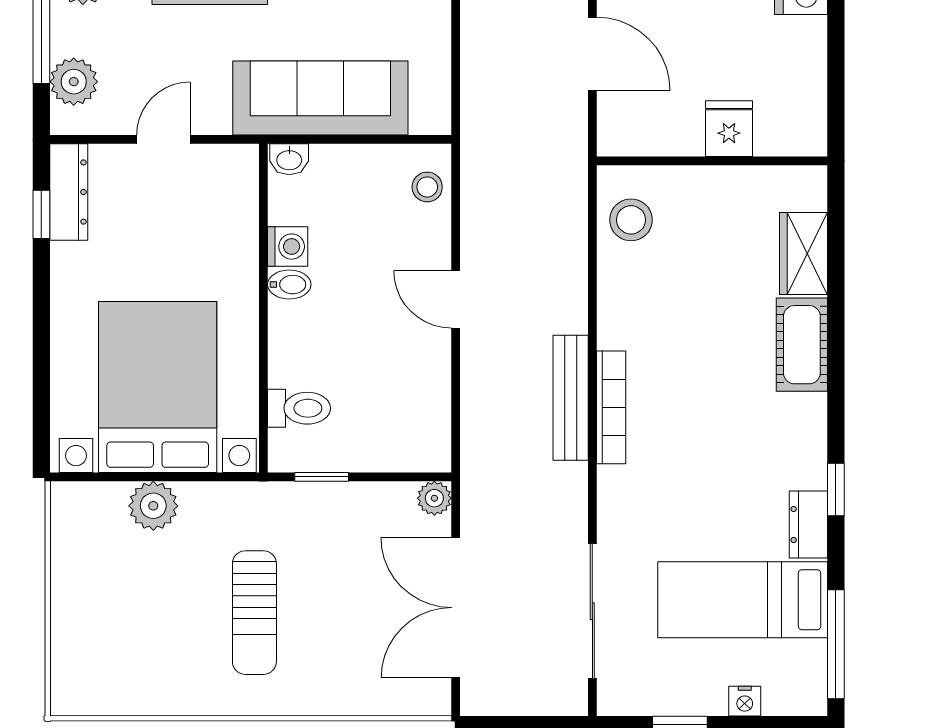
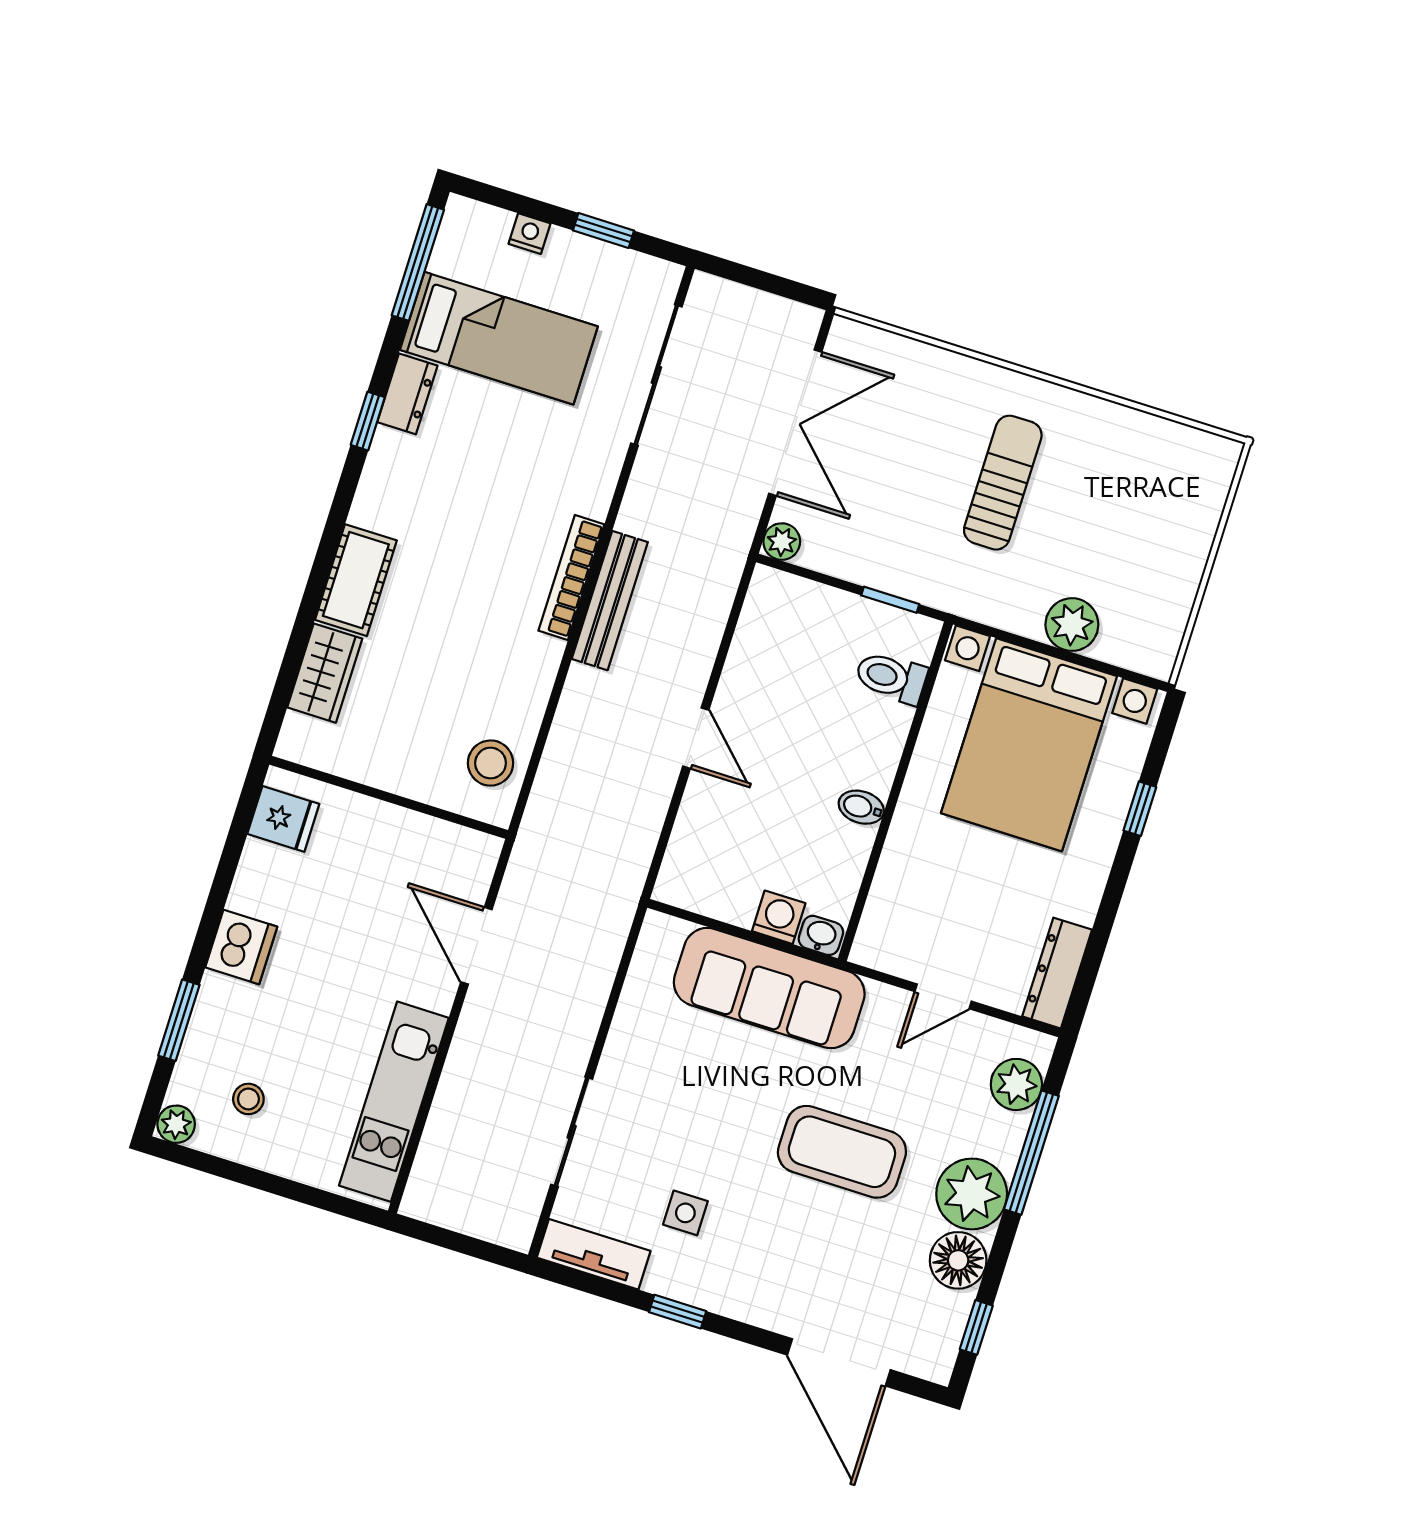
fridge: (729, 129) -> (283, 819), moved, turned -90
stool: (427, 187) -> (689, 862), removed
window: (41, 214) -> (1140, 809), moved
washing machine: (288, 247) -> (779, 917), moved, turned 90

